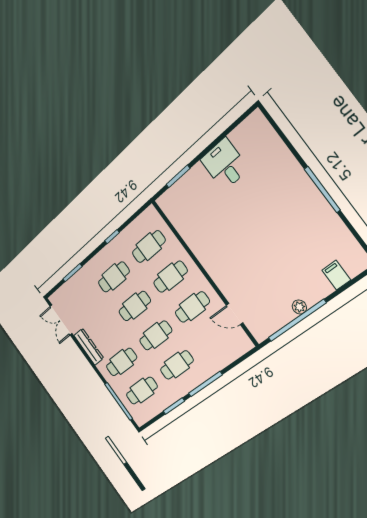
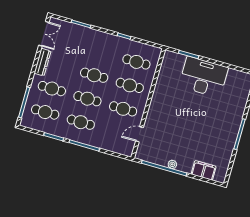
desk: (225, 164) -> (204, 77), width x1.87, depth x1.30
filing cabinet: (336, 275) -> (204, 170), width x2.00
cafe table: (114, 277) -> (101, 52), removed
door: (235, 314) -> (139, 134), hinge flipped
double door: (61, 320) -> (44, 34), swing flipped

